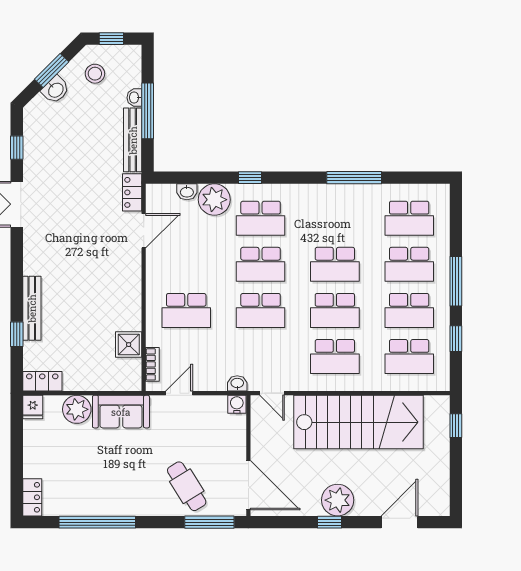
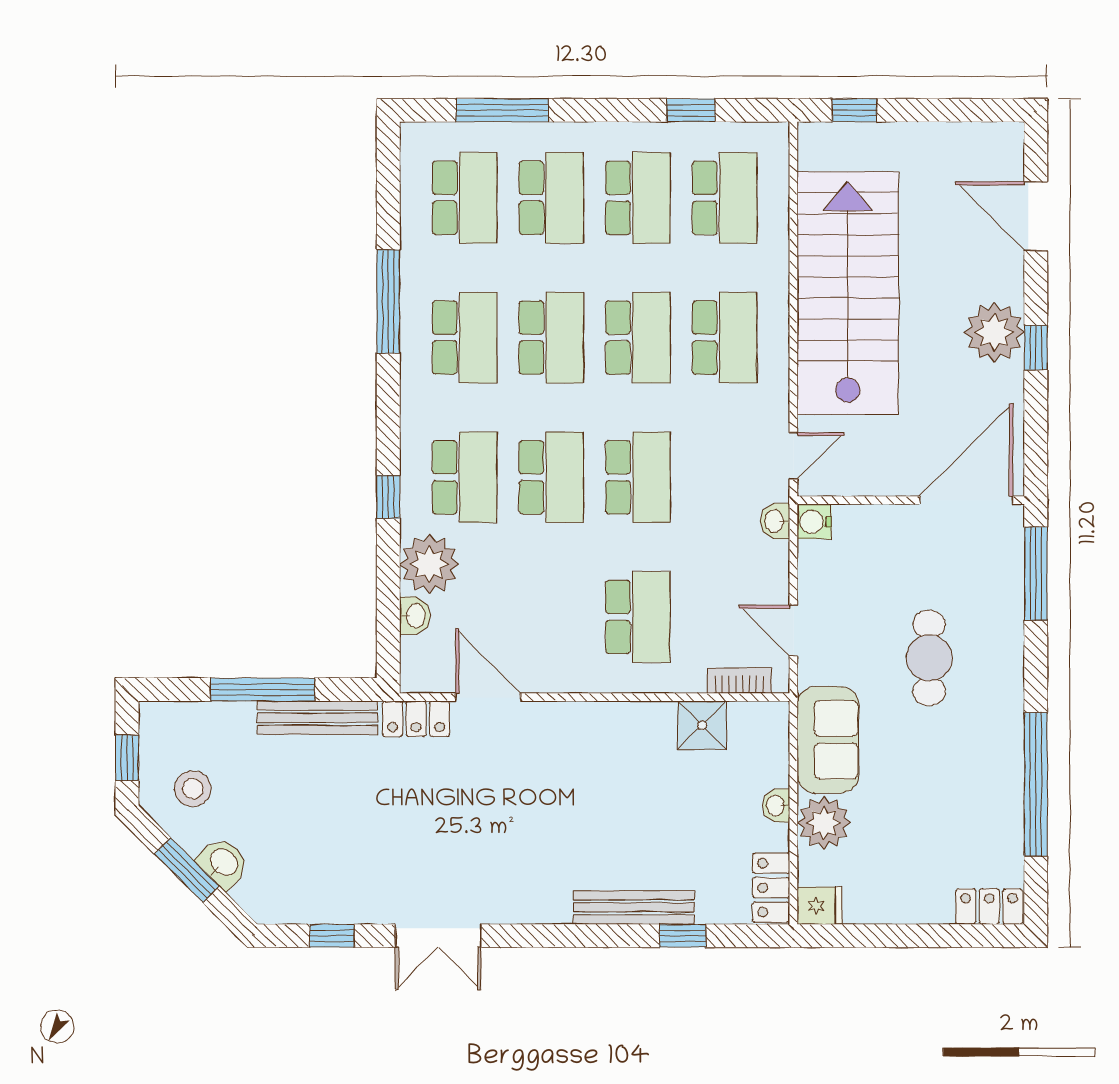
washbasin: (134, 98) -> (776, 805), moved, turned 90
school desk: (335, 218) -> (465, 338), added
window: (456, 281) -> (502, 110), moved
cafe table: (187, 486) -> (929, 658), moved, turned -58

